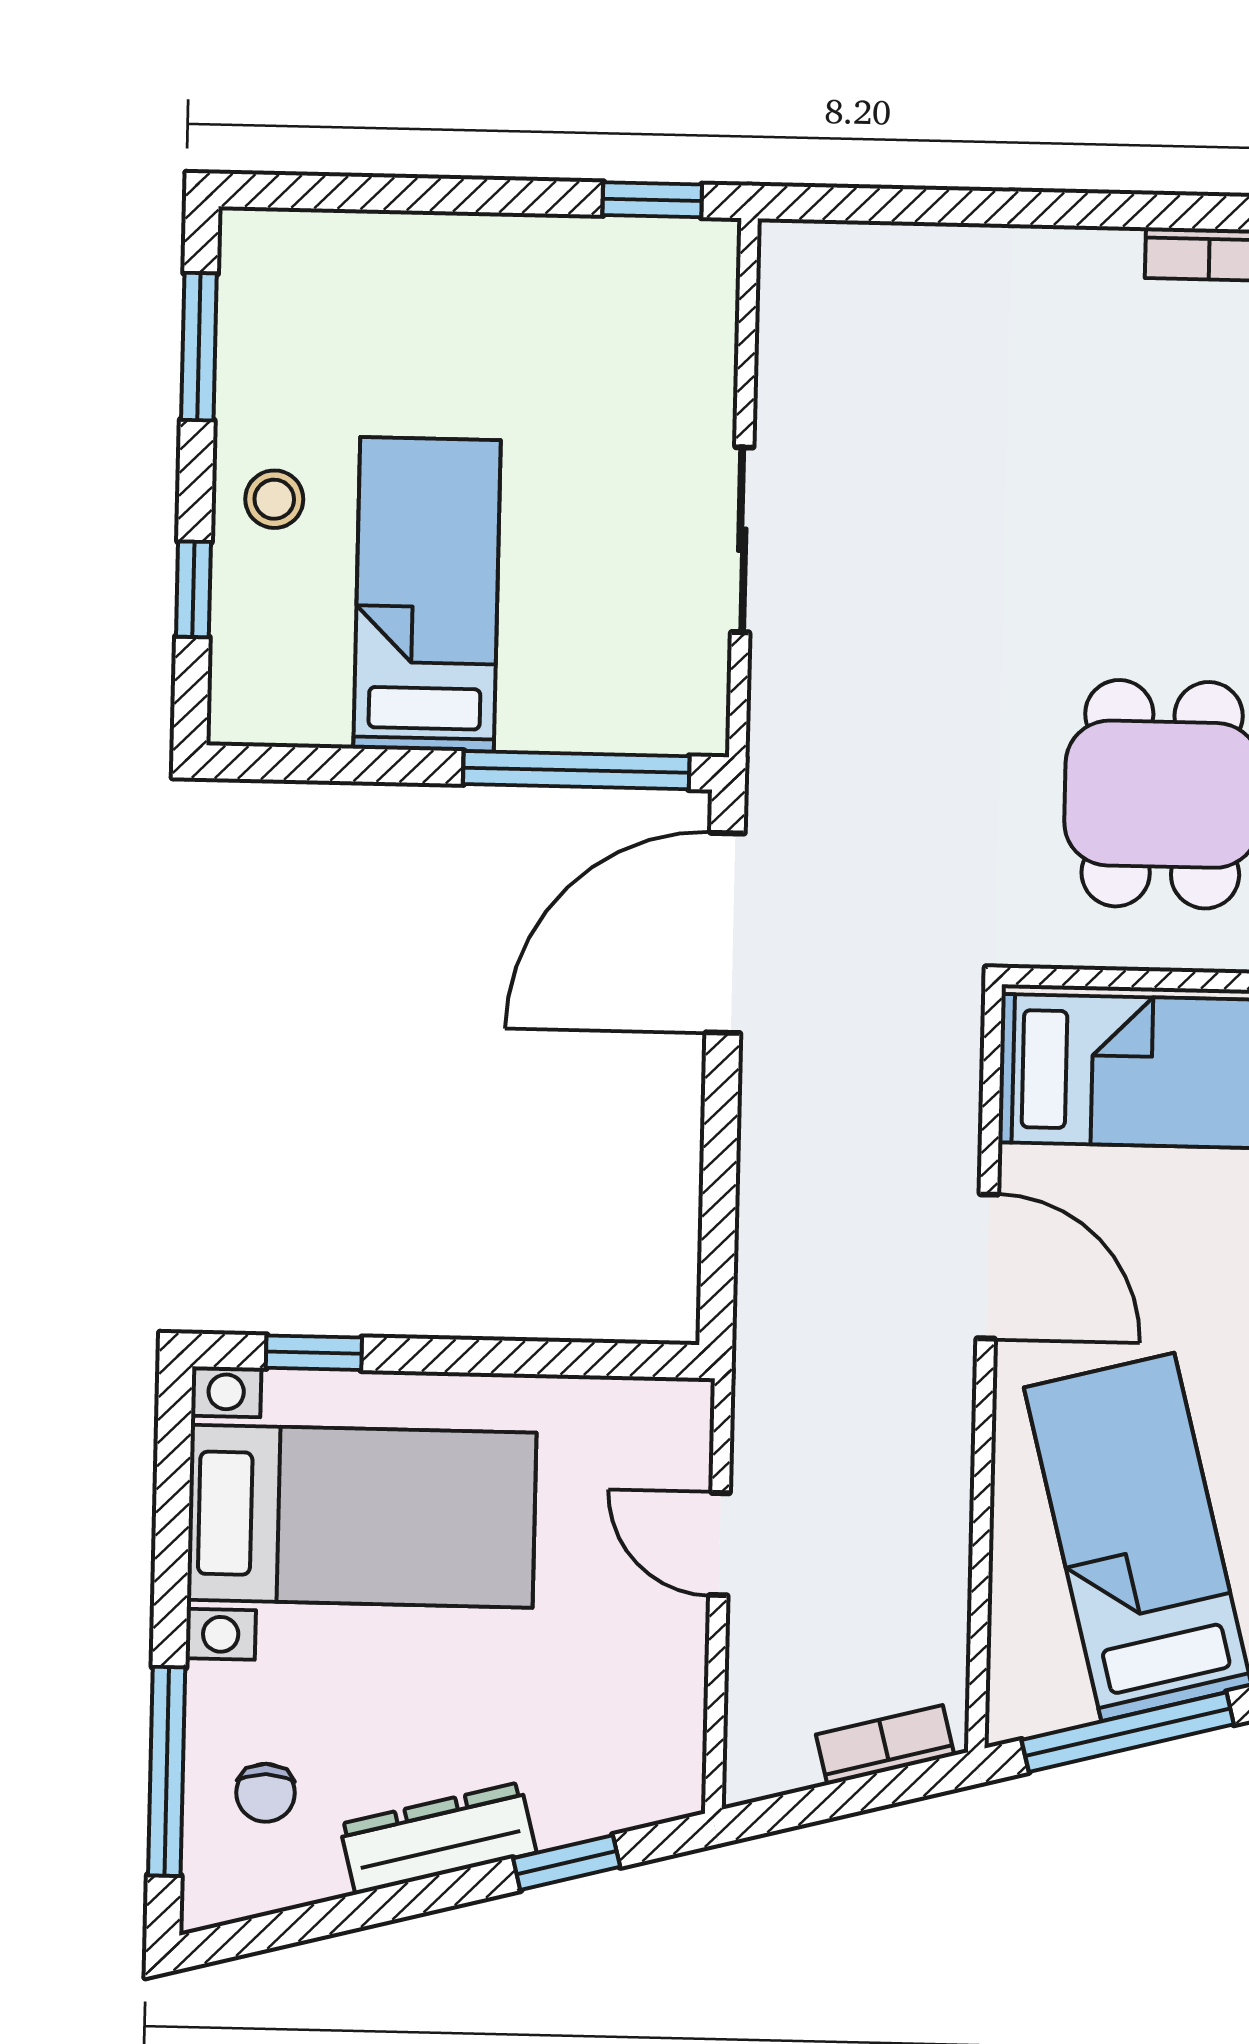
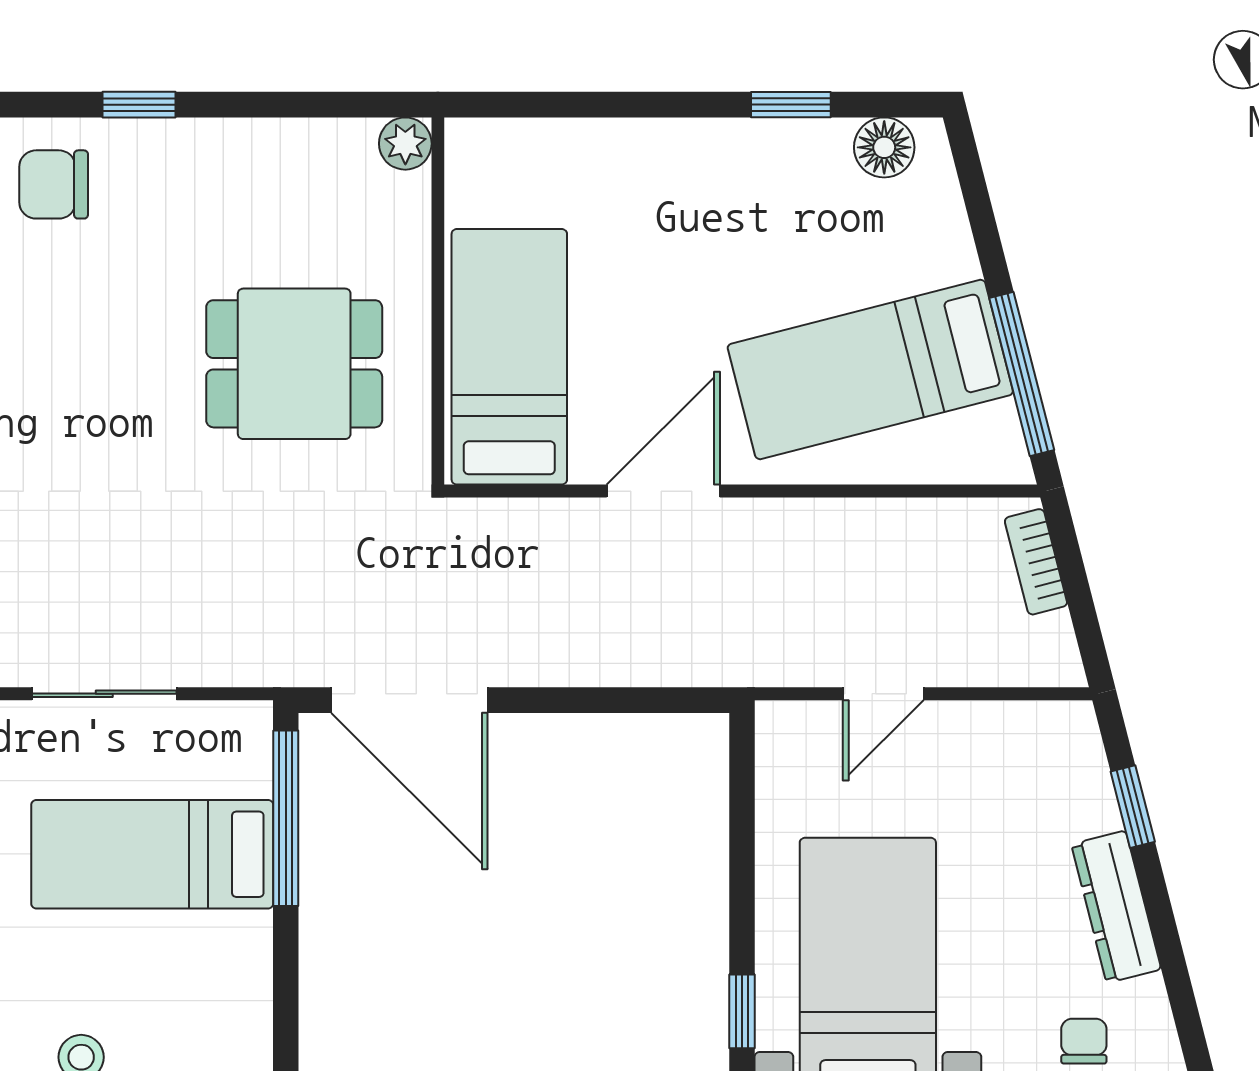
bed: (427, 594) -> (152, 854), moved
chair: (266, 1793) -> (1084, 1041), turned -90

